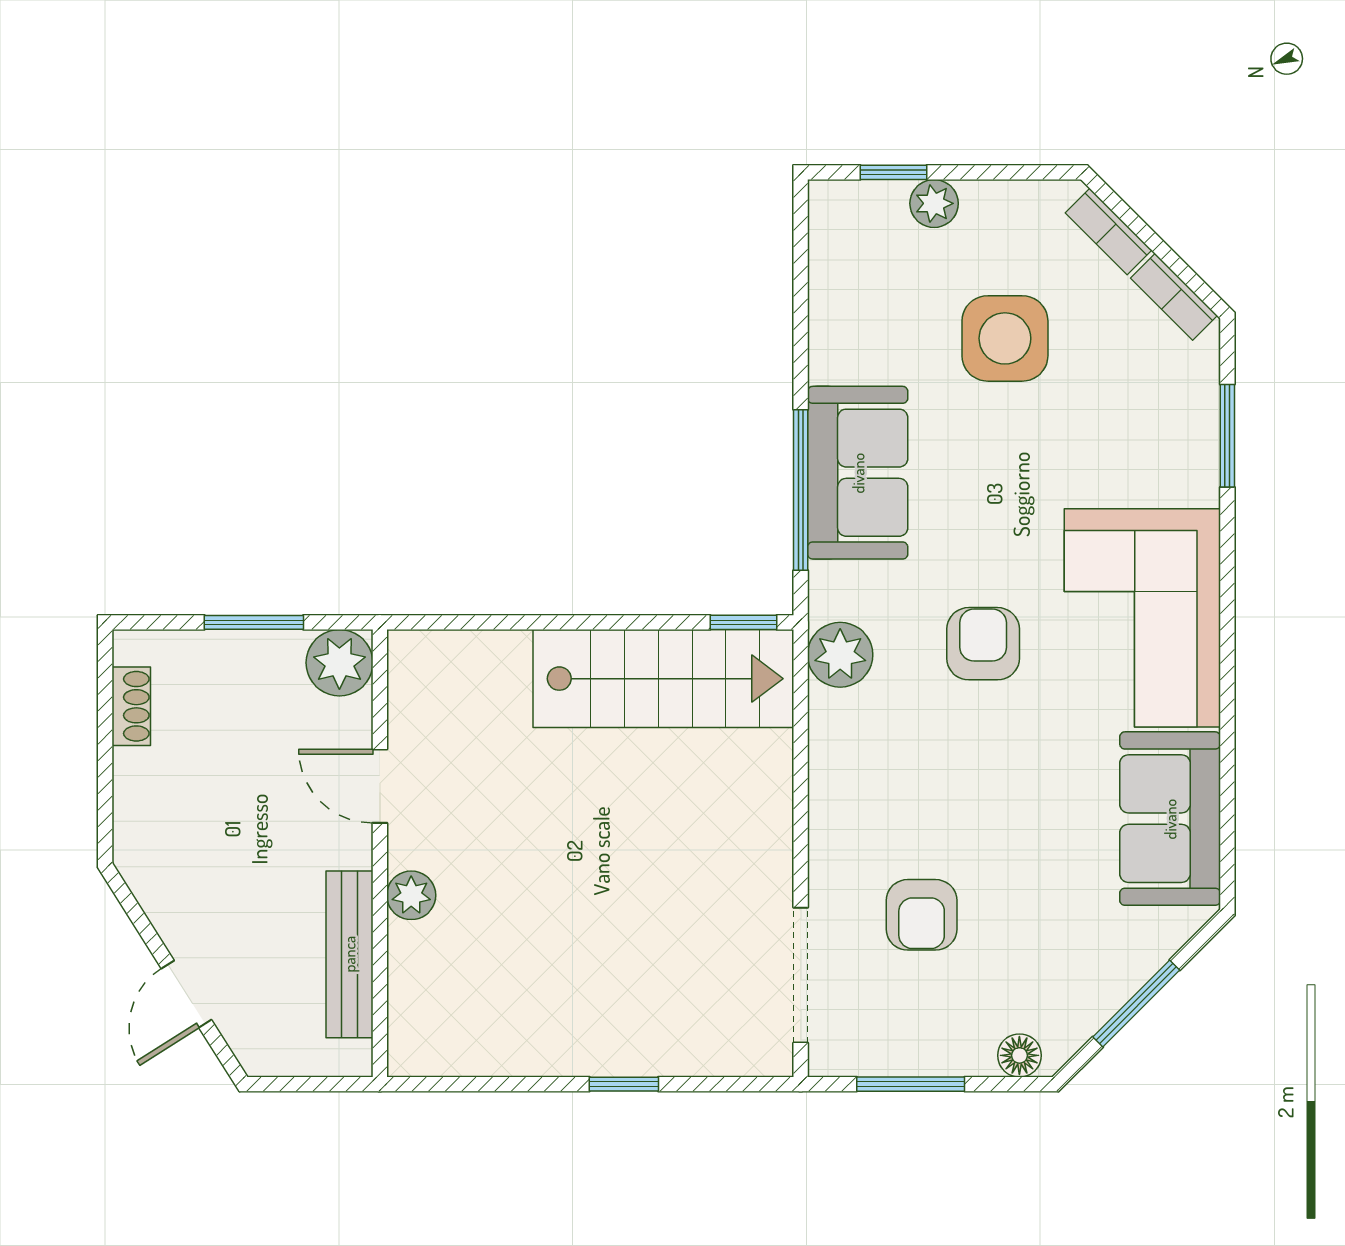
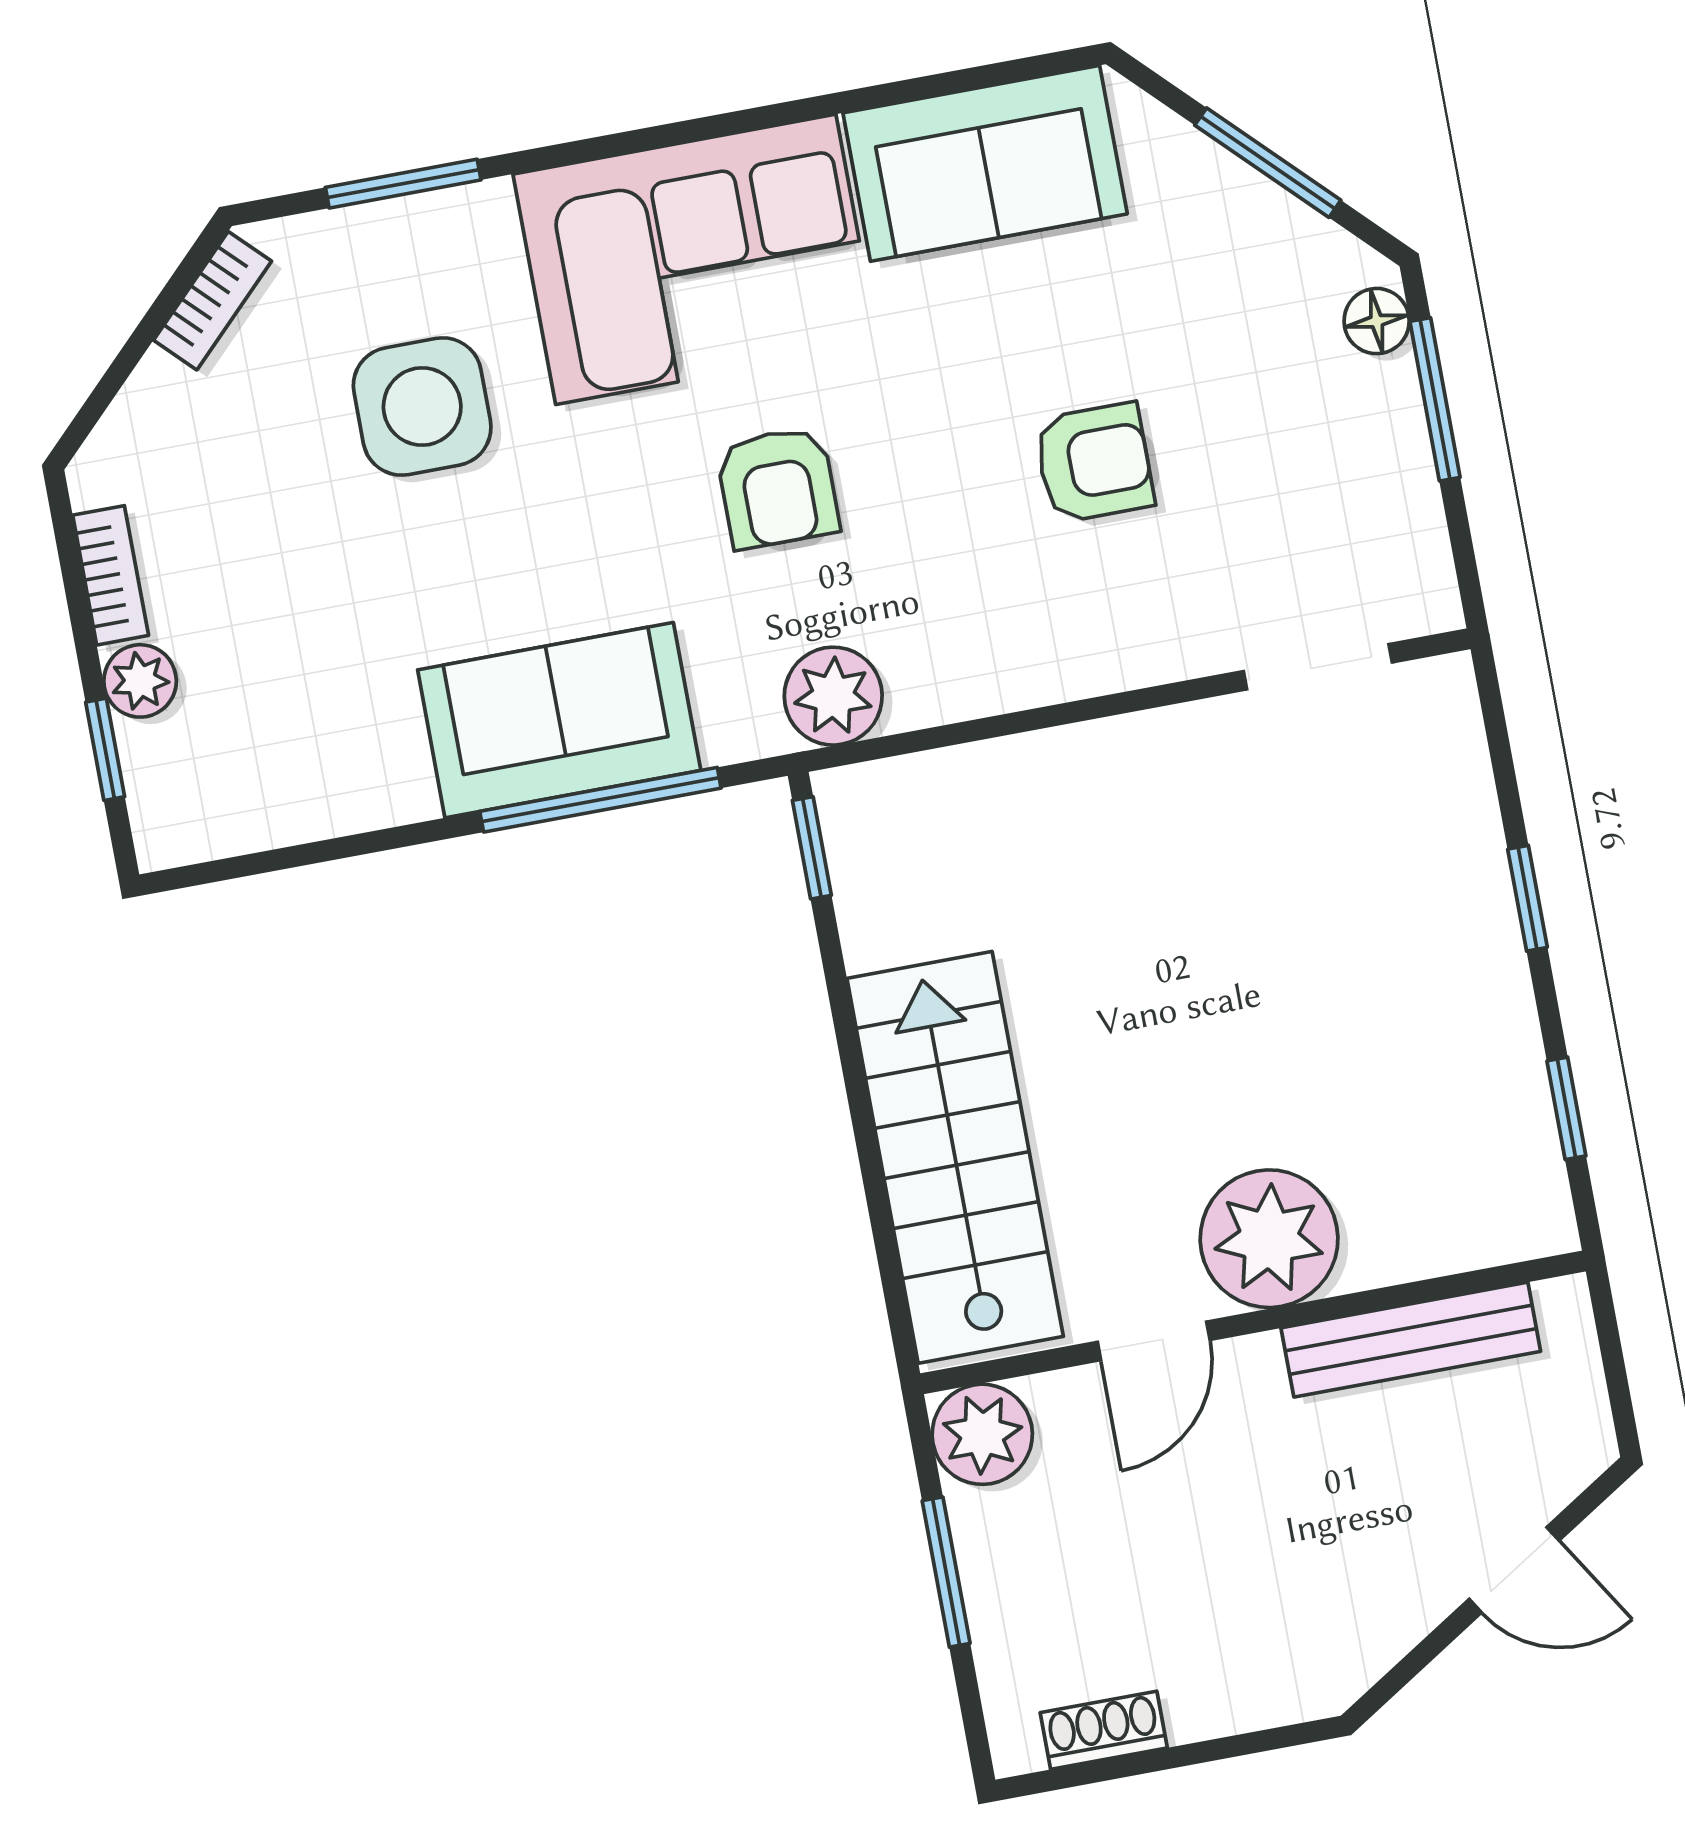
bookcase: (1108, 231) -> (111, 575), moved, turned -45
side table: (1005, 338) -> (422, 406), moved
armchair: (983, 644) -> (778, 488), turned -90
stairs: (663, 679) -> (955, 1157), moved
plant: (411, 895) -> (1269, 1239), width x1.87, depth x1.87
armchair: (922, 915) -> (1094, 463), moved
doorway: (801, 975) -> (1318, 667), width x0.73
window: (482, 1084) -> (1566, 1108), added
window: (911, 1084) -> (1435, 399), moved

